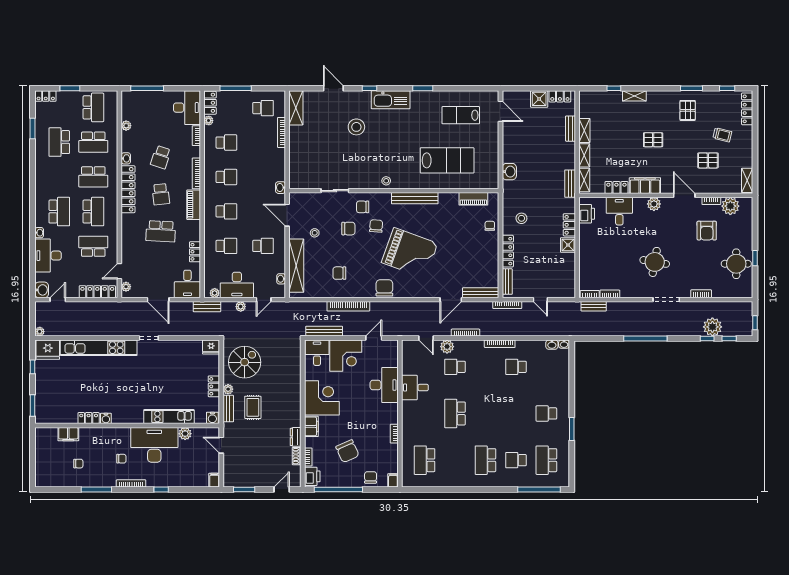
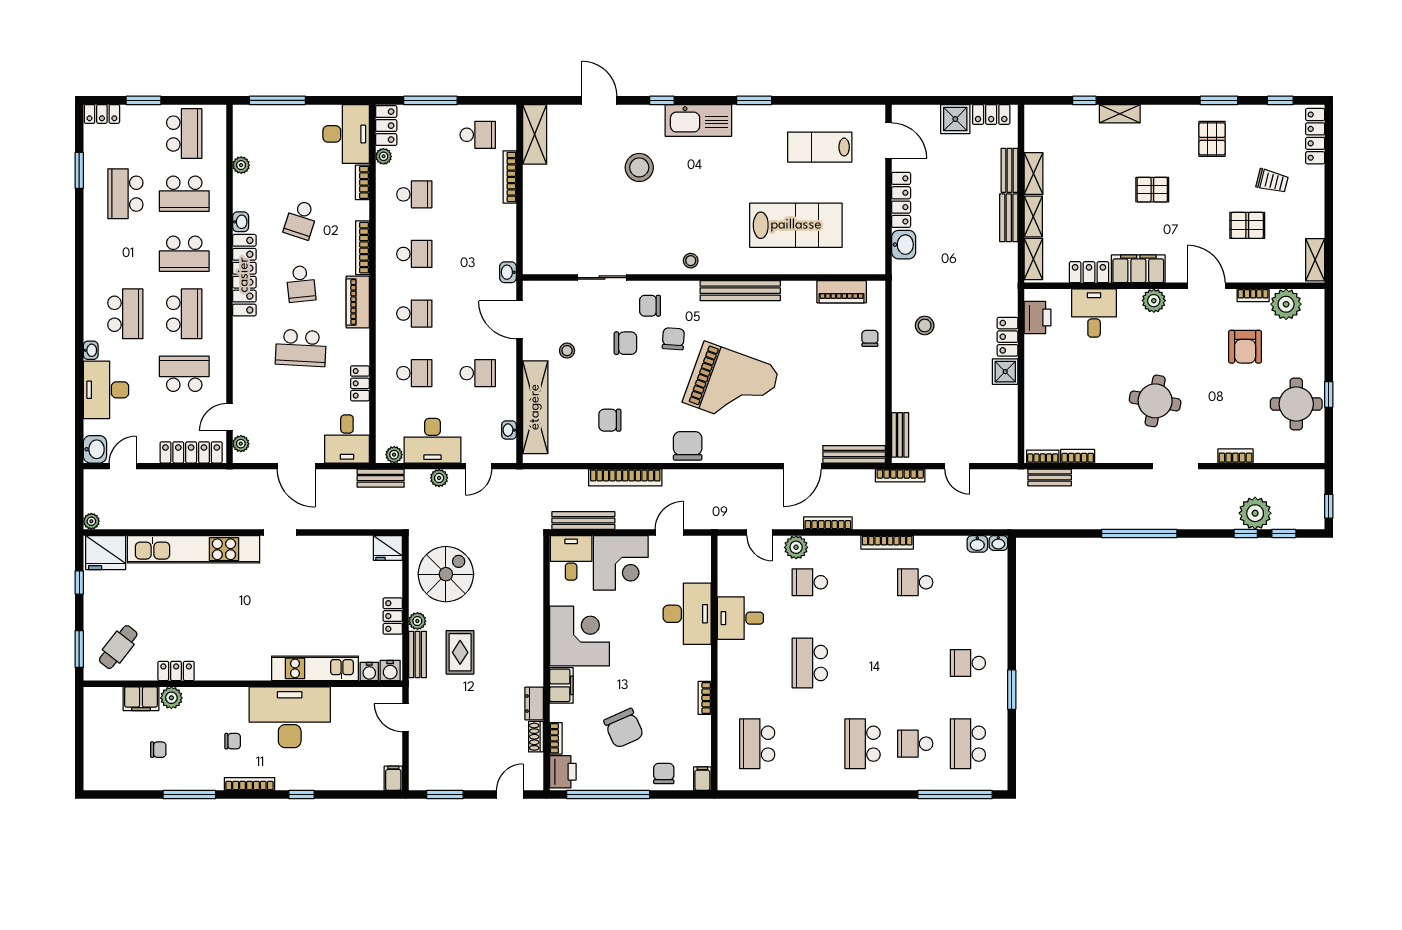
bench: (570, 184) -> (1009, 218), moved
locker: (508, 251) -> (901, 200), moved
cafe table: (55, 404) -> (118, 647), added
water cooler: (106, 418) -> (369, 671), moved
plant: (185, 434) -> (171, 698), moved

